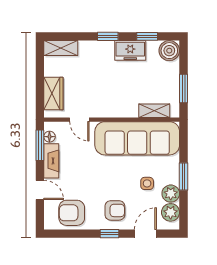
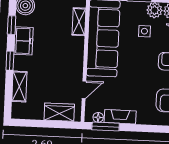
shelving: (61, 48) -> (19, 86), moved
door: (40, 190) -> (146, 128), removed

